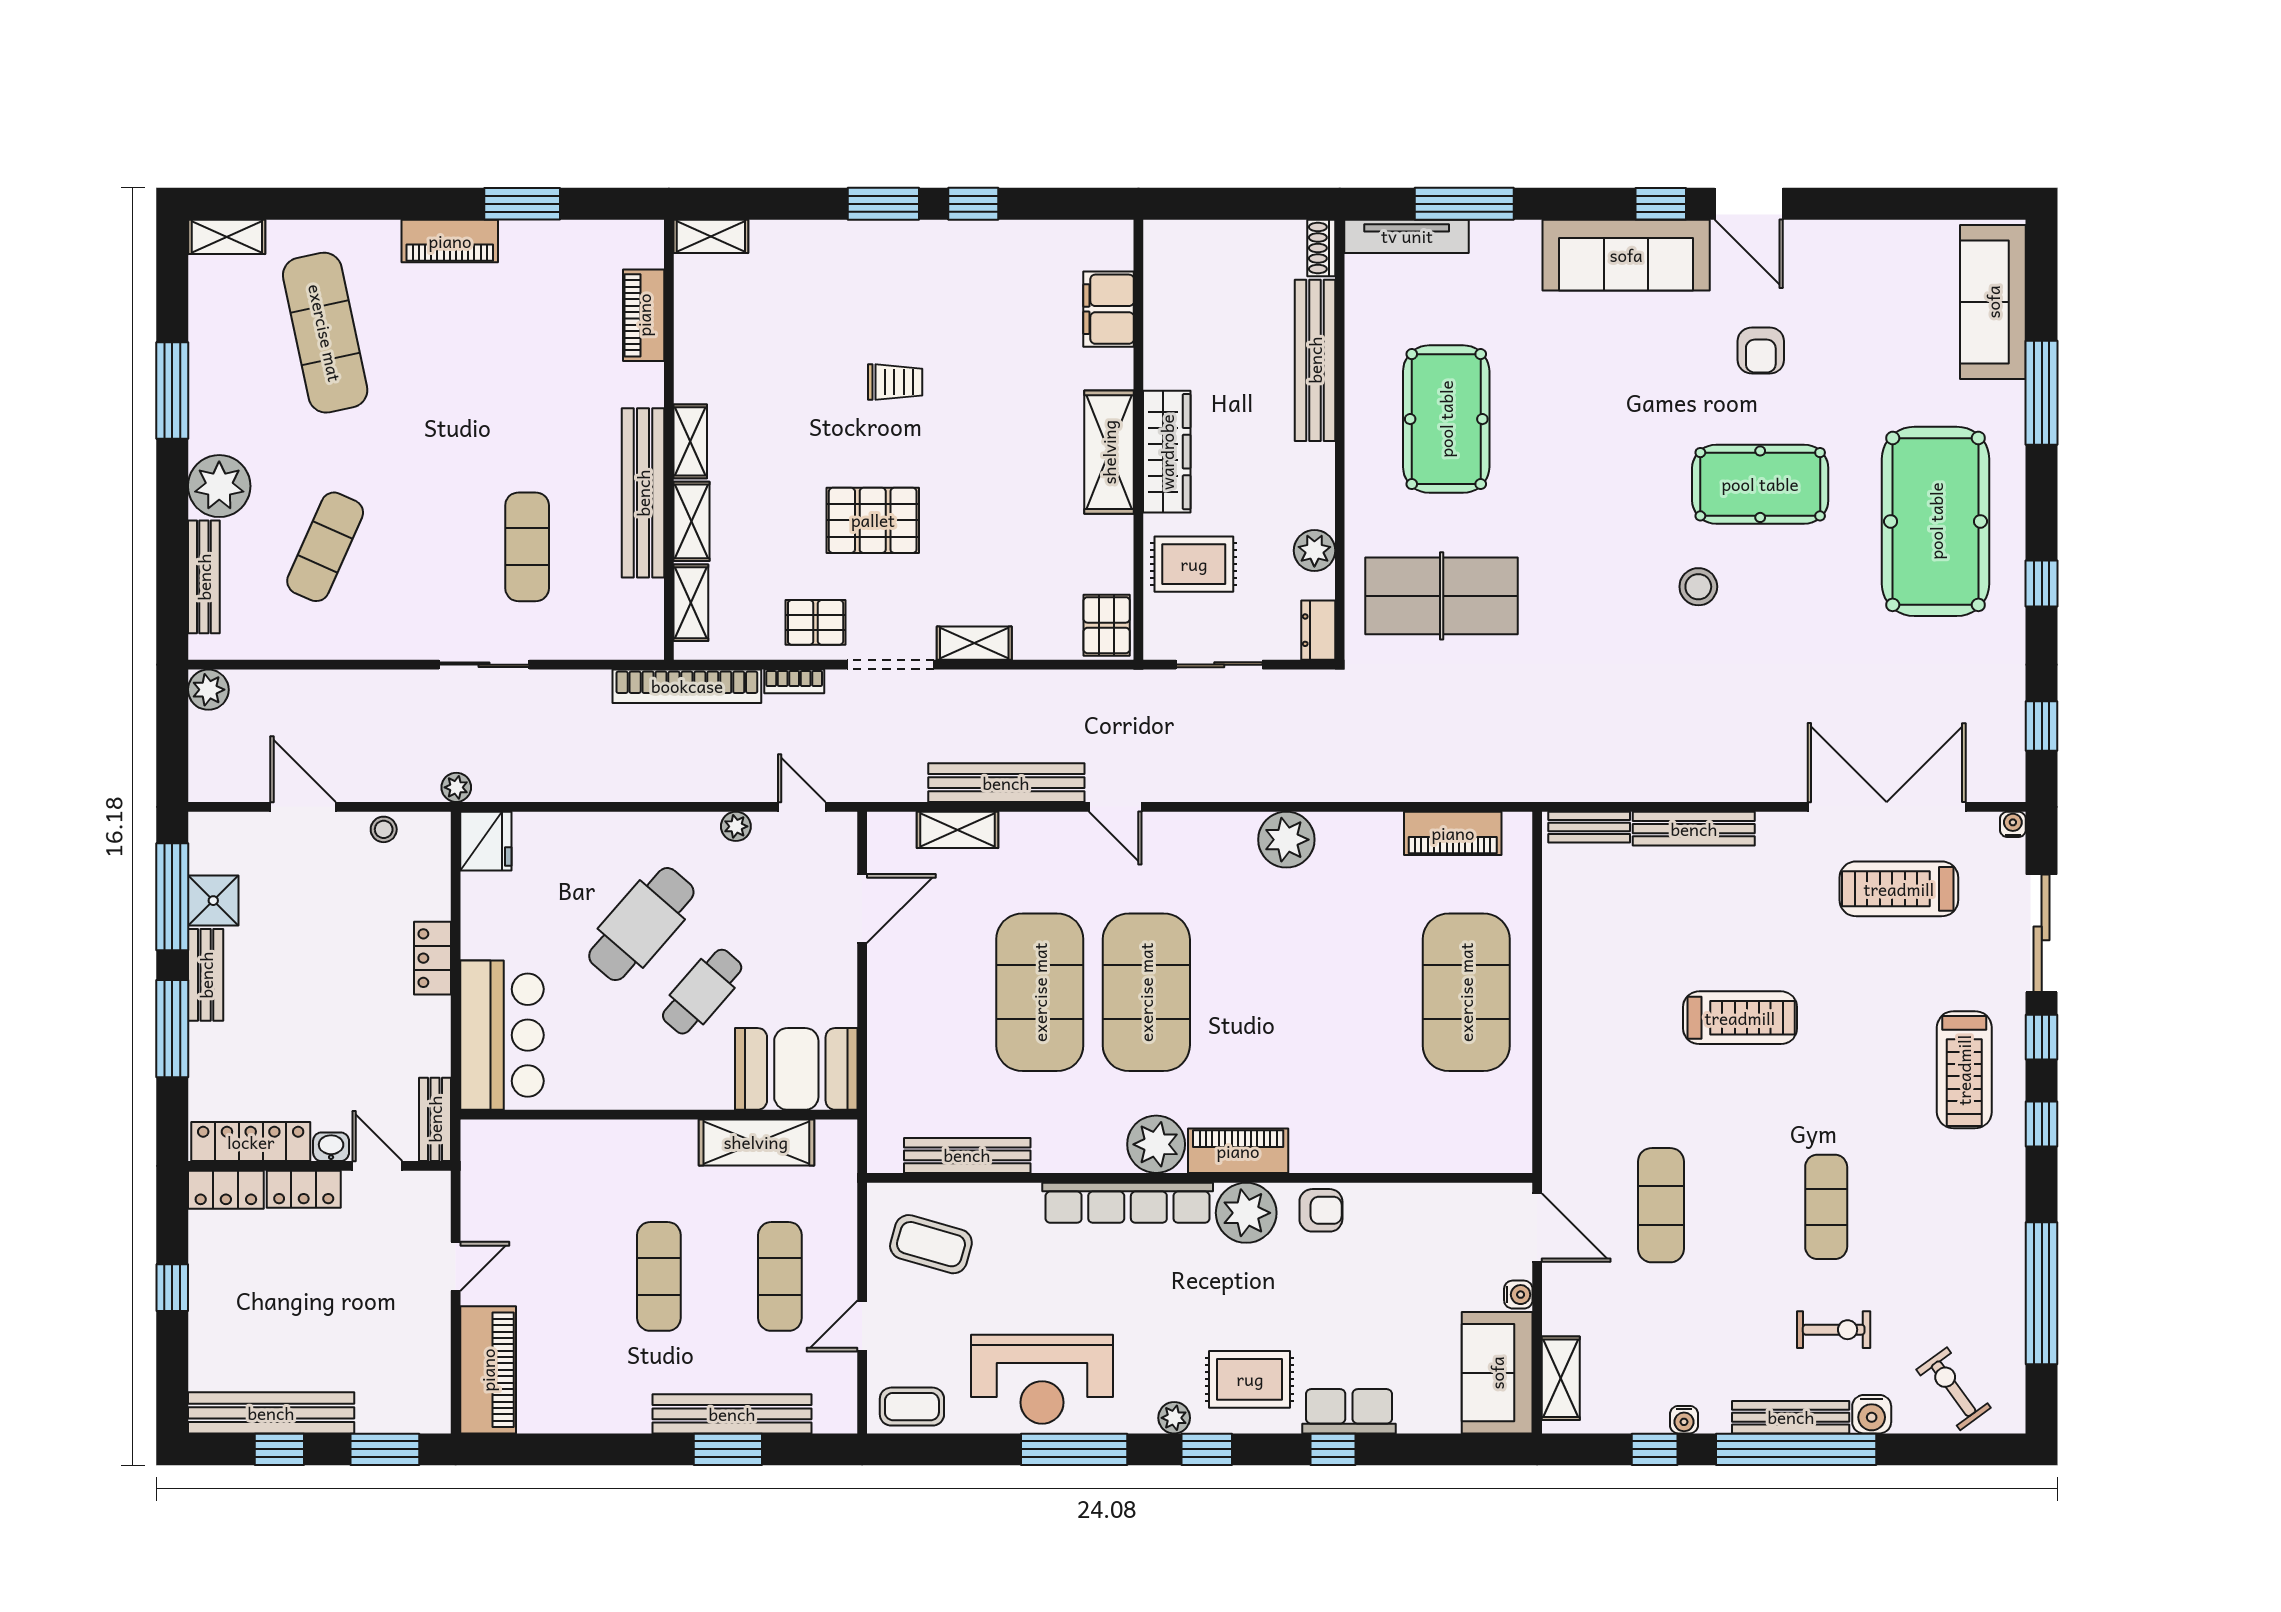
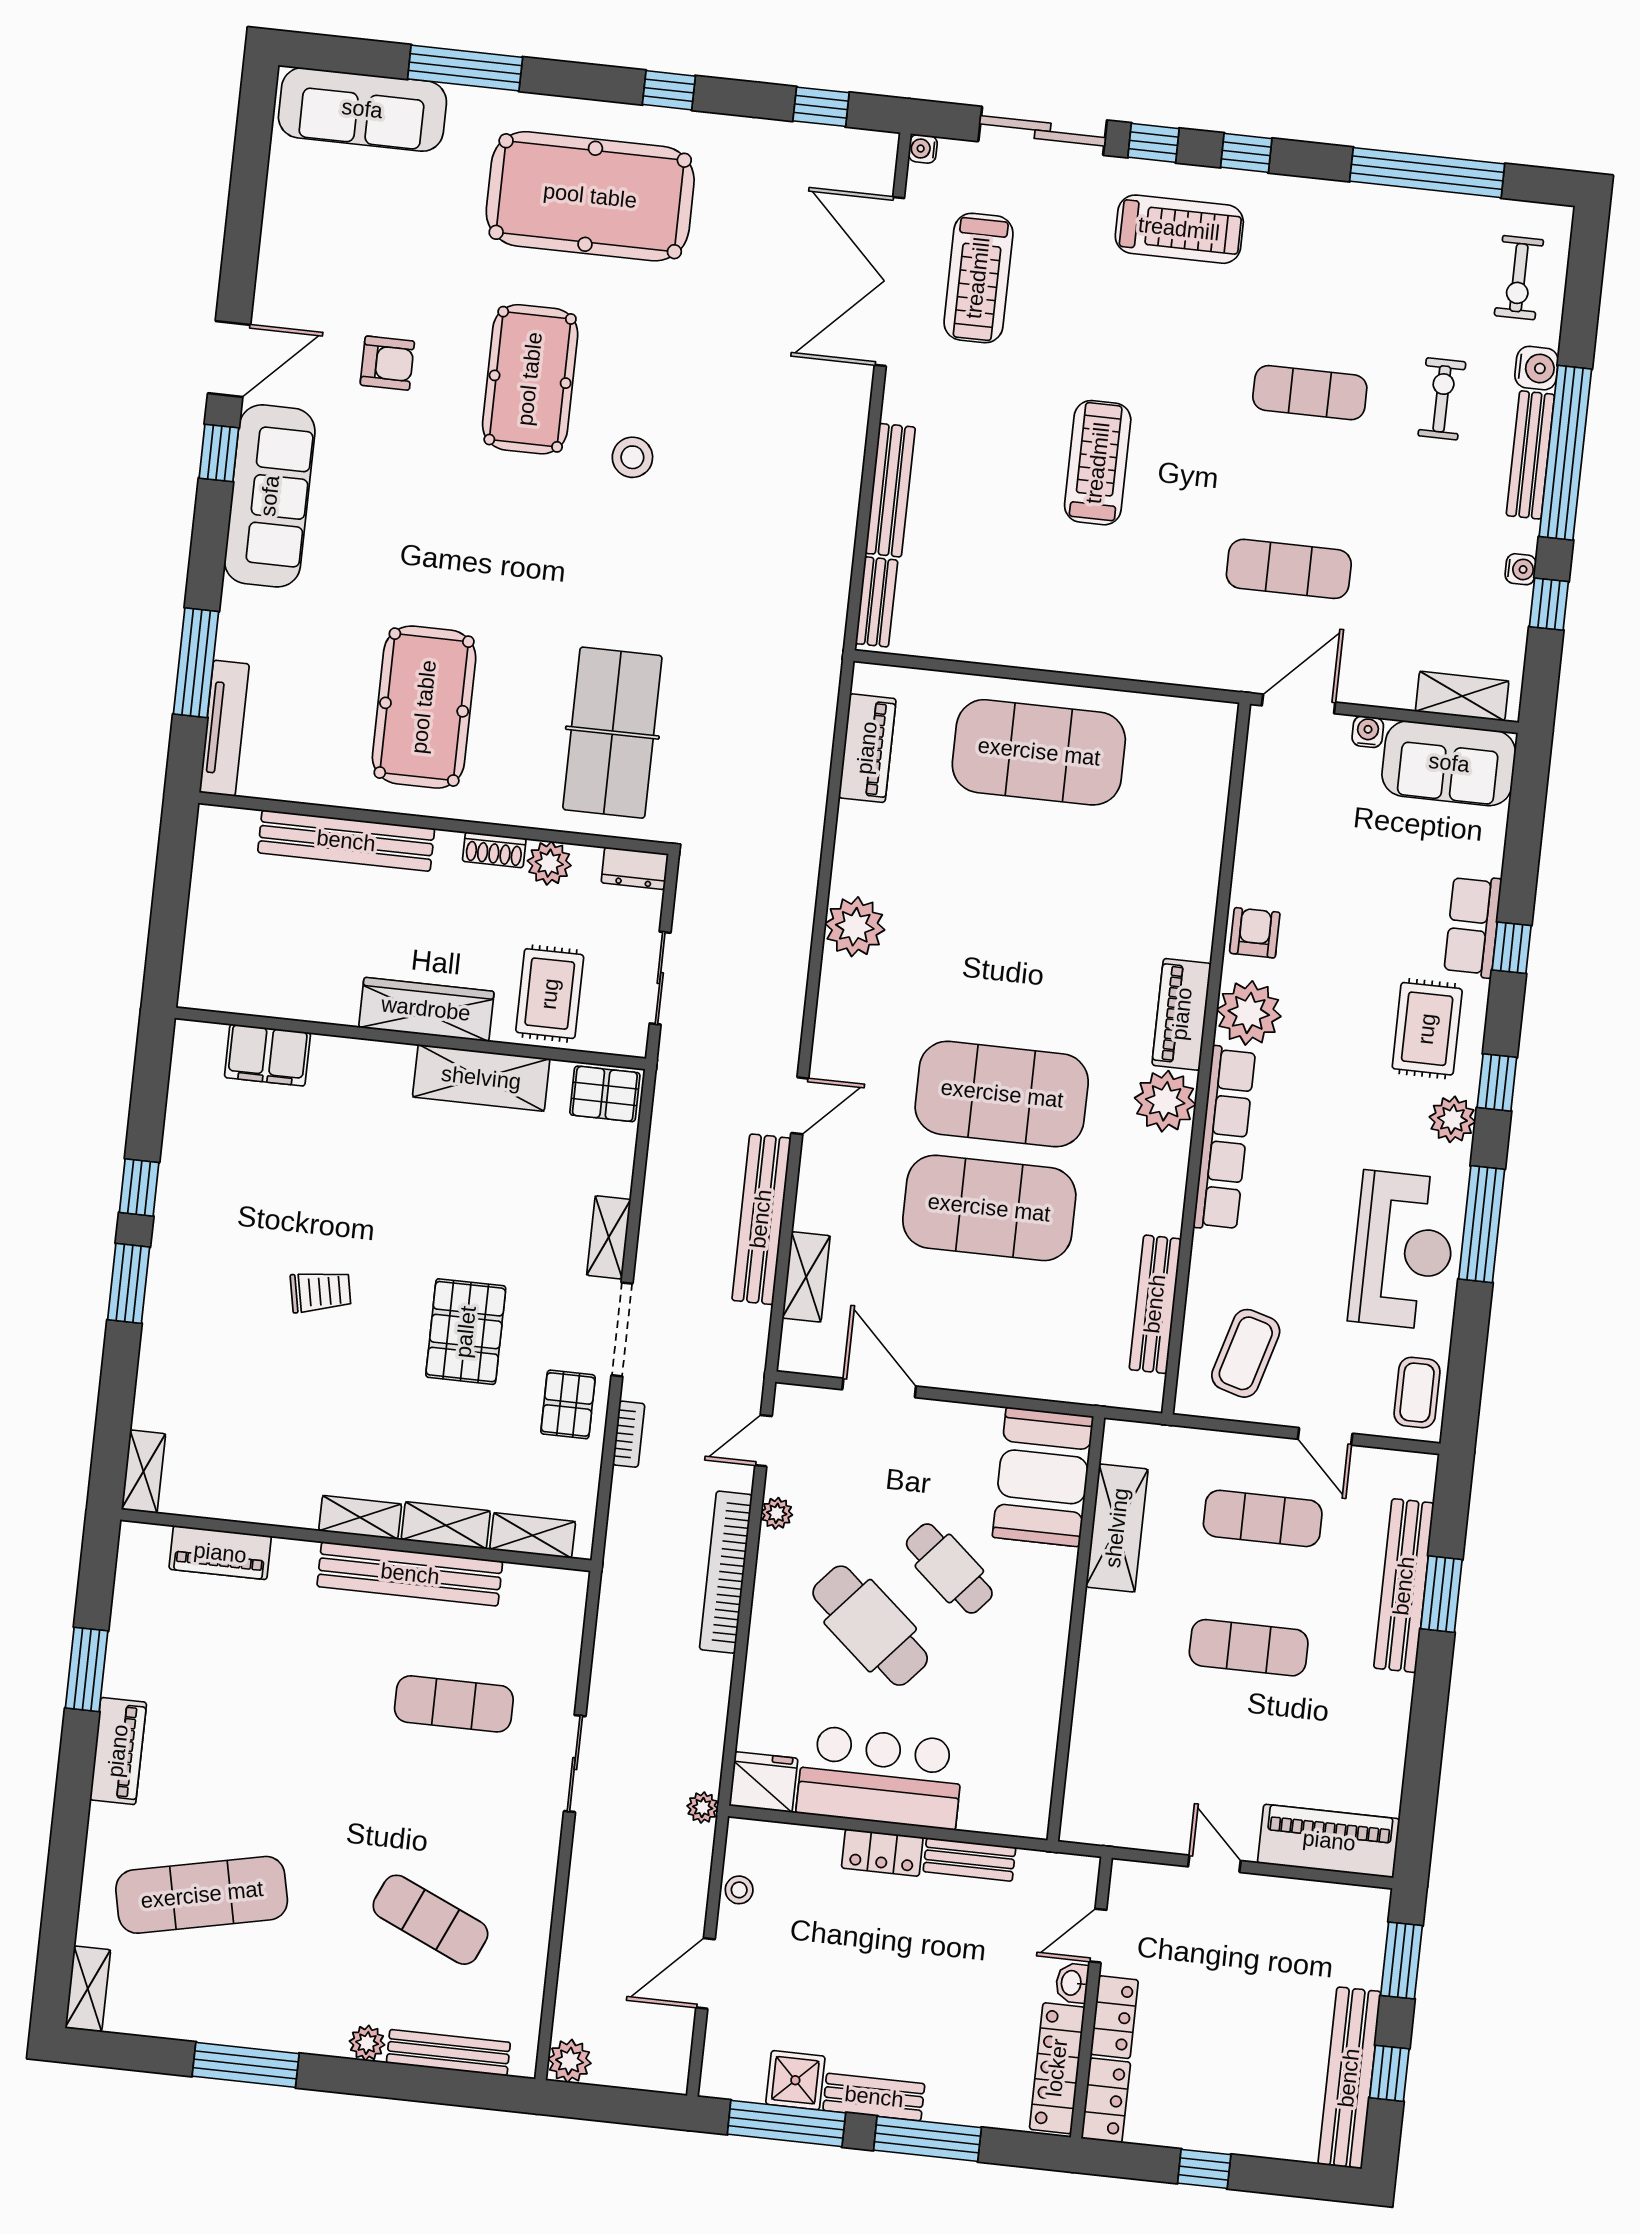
shoe rack: (1321, 248) -> (494, 850), moved
trolley: (895, 382) -> (321, 1292), turned 79
pool table: (1446, 419) -> (424, 707), turned 90
shelving: (1109, 452) -> (481, 1078), moved
plant: (219, 486) -> (367, 2043), width x0.53, depth x0.53
bookcase: (687, 686) -> (726, 1572), moved, turned 180
bar counter: (502, 1035) -> (880, 1777), moved
bench: (435, 1119) -> (969, 1859), moved
exercise bike: (1954, 1389) -> (1519, 278), turned -54
plant: (1174, 1418) -> (1452, 1119), width x1.38, depth x1.38

